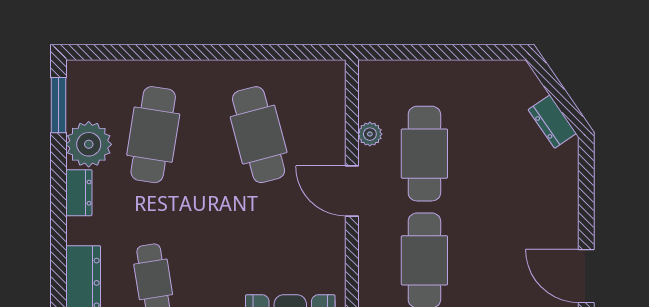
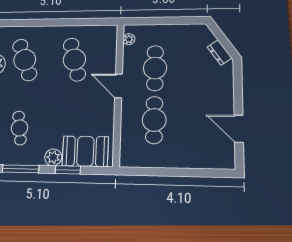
plant: (370, 134) -> (129, 39), moved
cafe table: (153, 135) -> (25, 60), turned -30

